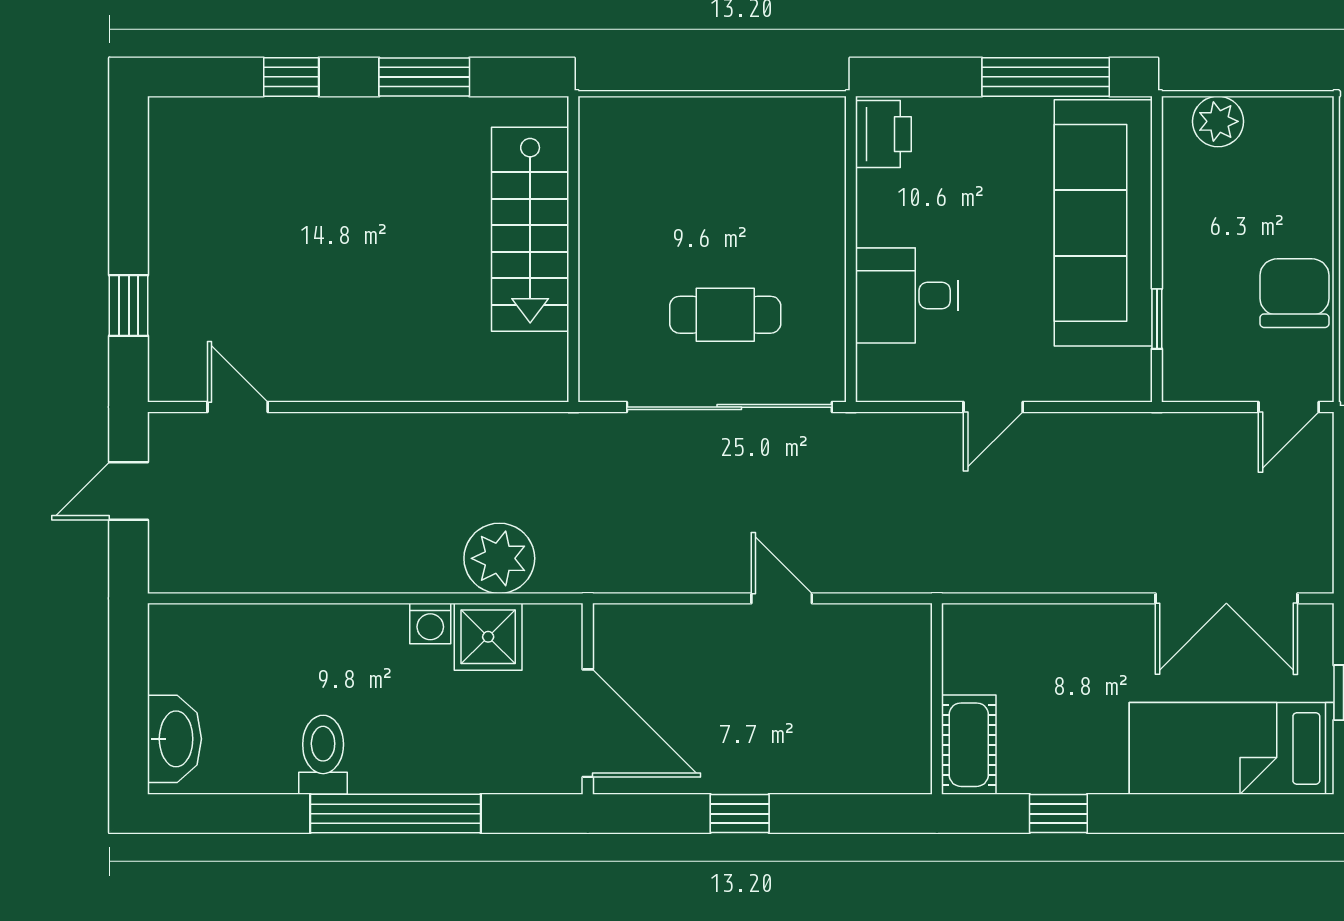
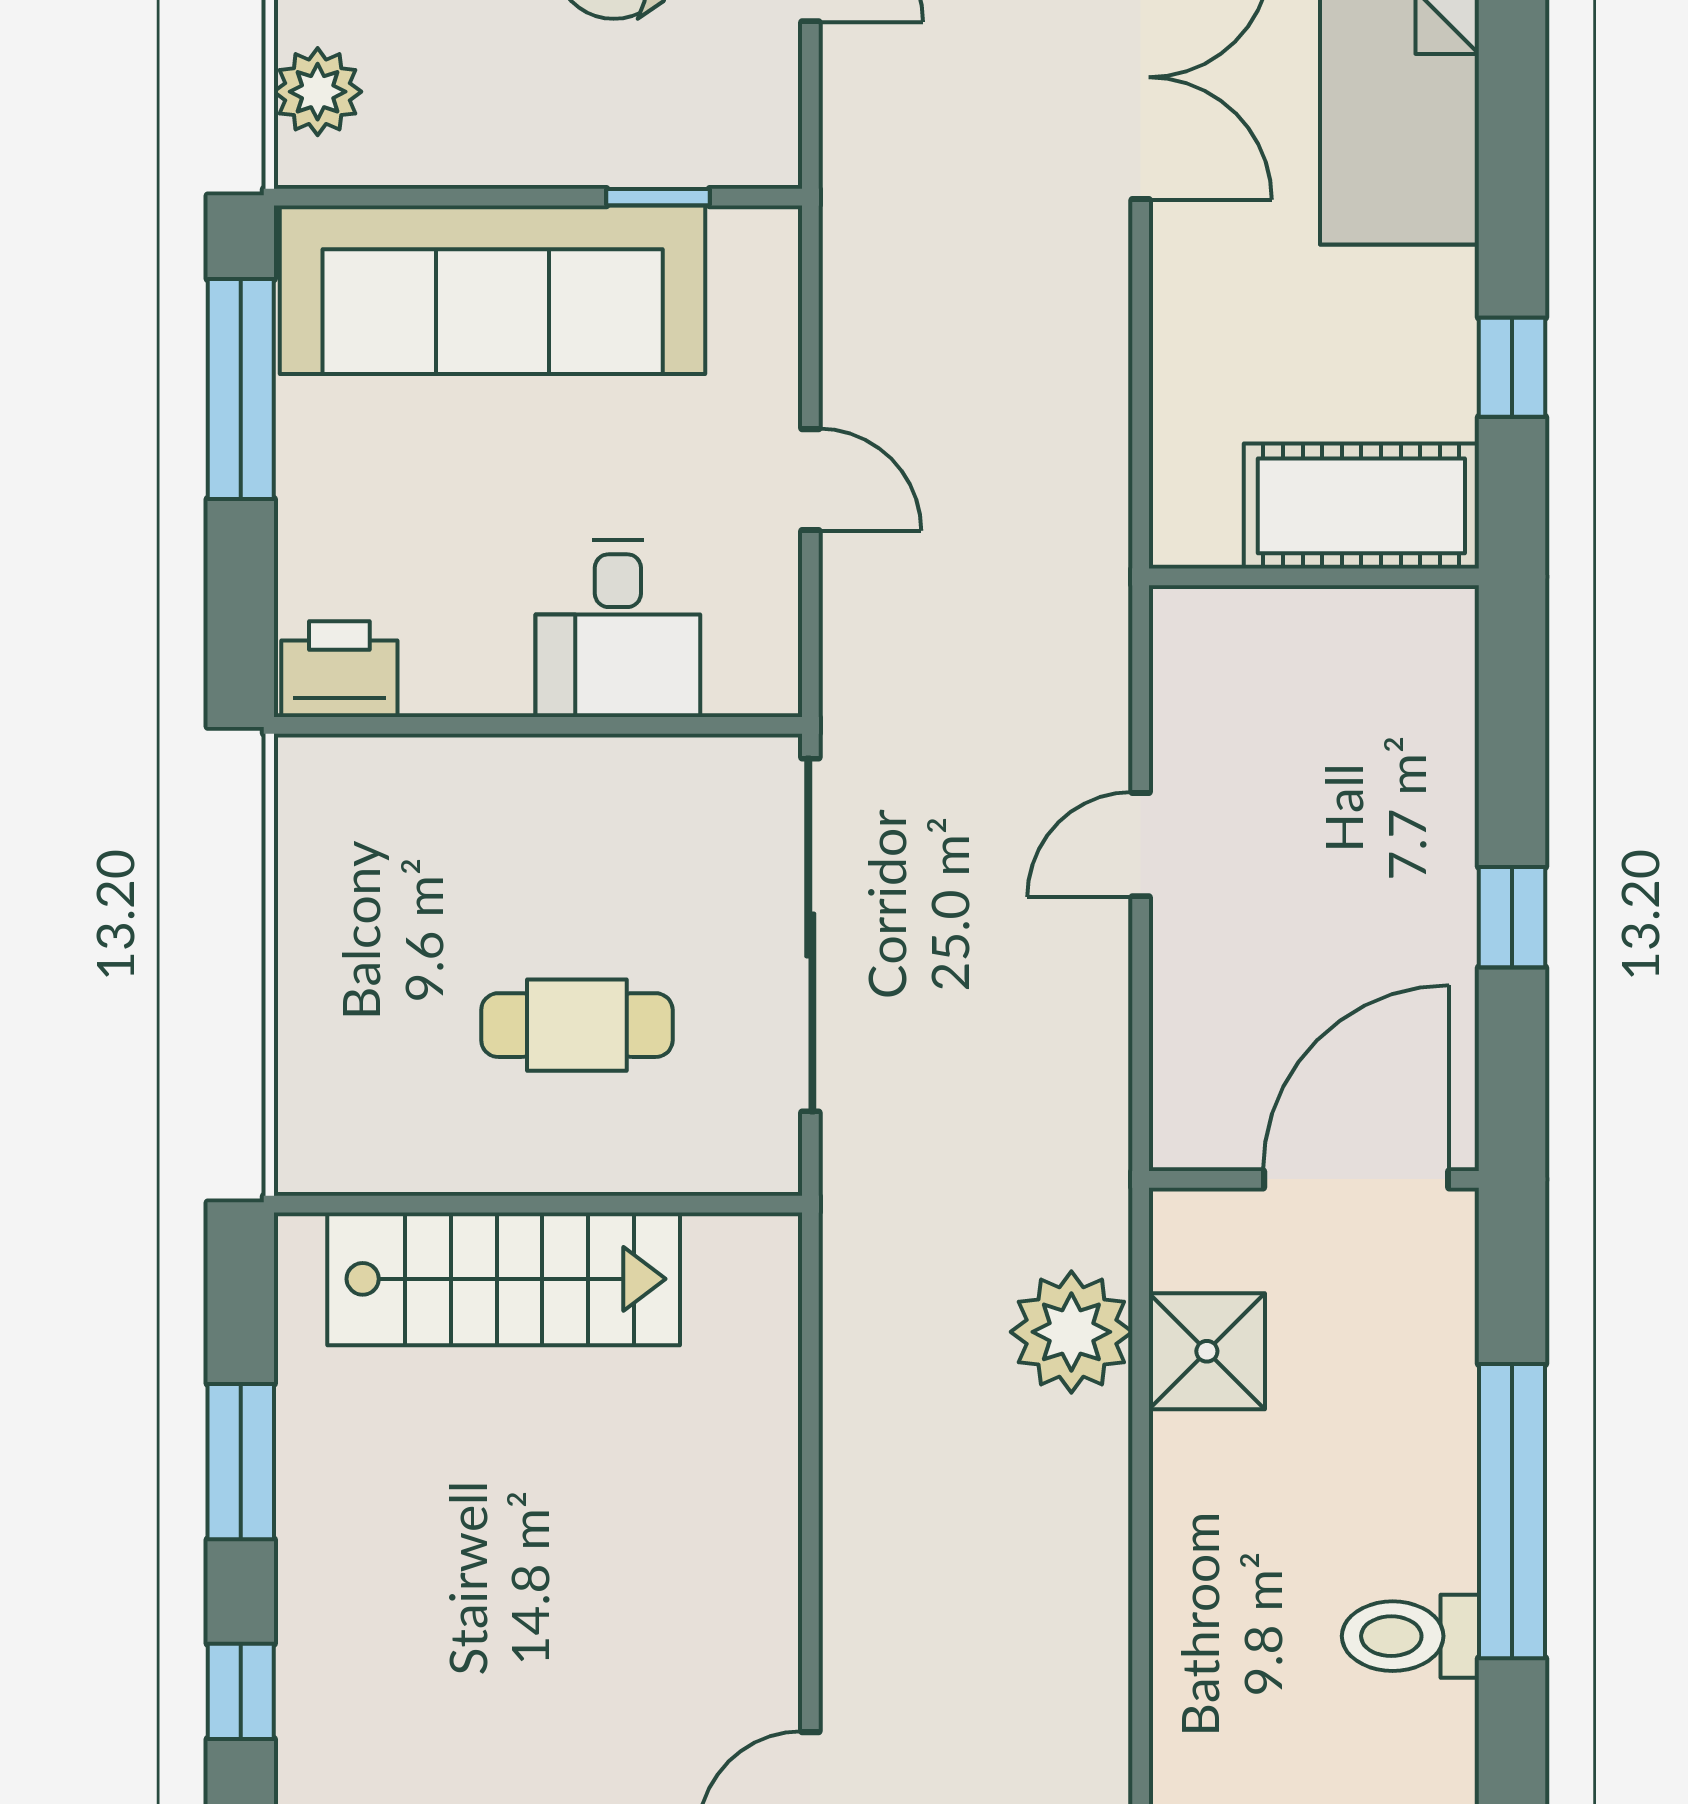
cafe table: (725, 315) -> (577, 1025), moved, turned 90
washing machine: (430, 624) -> (1184, 1451), removed
cot: (969, 745) -> (1361, 506), width x1.37, depth x1.34

